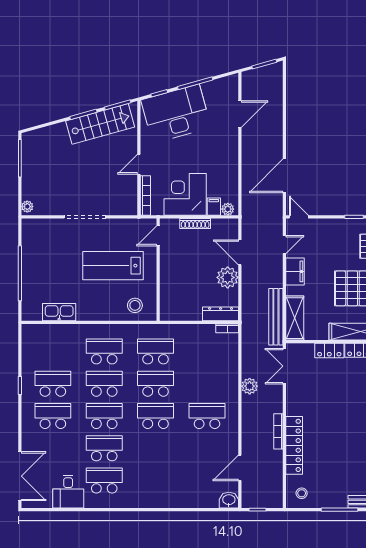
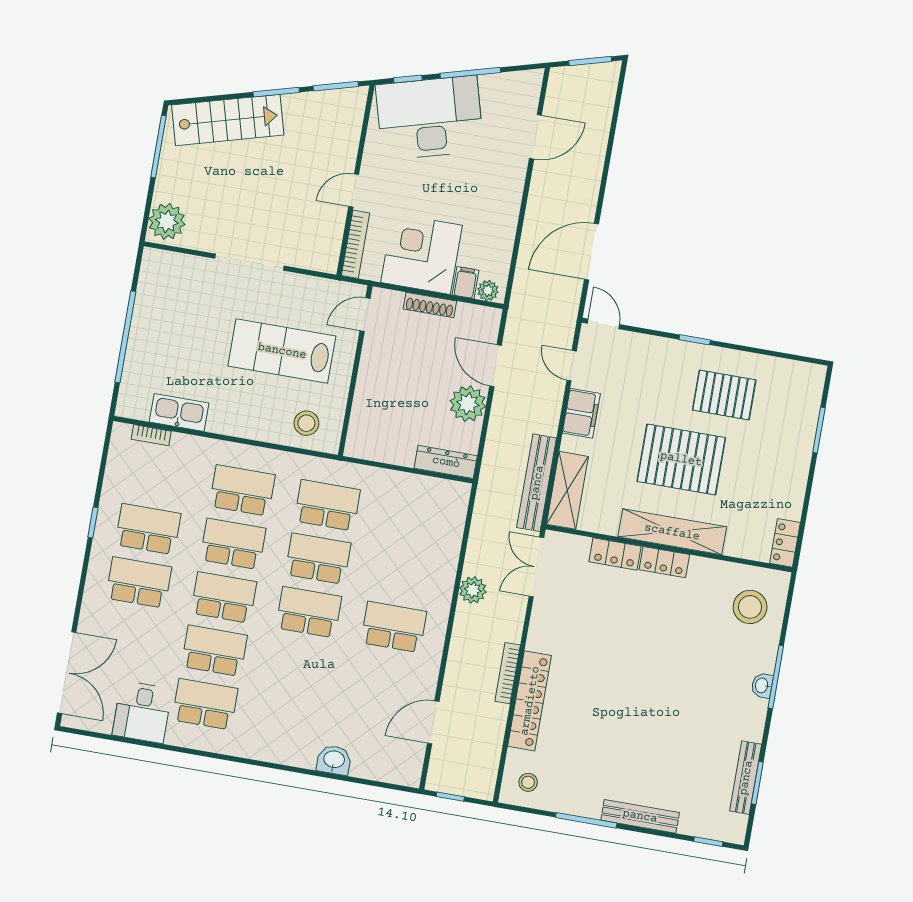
stairs: (100, 124) -> (228, 120), moved
plant: (27, 207) -> (167, 221), width x1.88, depth x1.88
door: (284, 245) -> (572, 366), swing flipped
bookcase: (227, 328) -> (151, 435), moved
washbasin: (229, 500) -> (334, 760), moved

